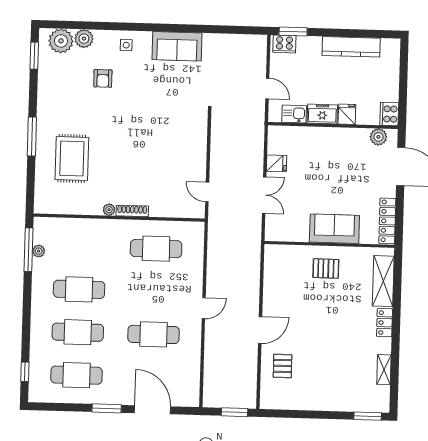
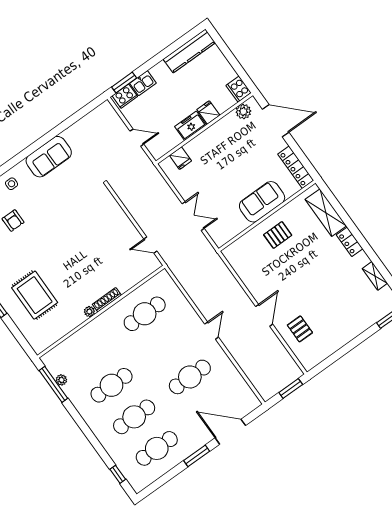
kitchen counter: (351, 47) -> (189, 51), moved
kitchen sink: (294, 114) -> (143, 83), moved, turned 180
fridge: (277, 163) -> (180, 158), moved, turned 90

